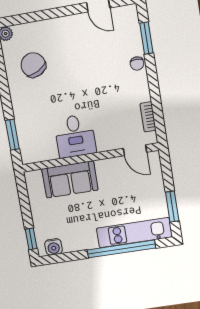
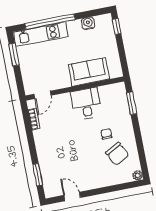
chair: (137, 64) -> (106, 134), moved
door: (135, 150) -> (42, 95), swing flipped
water cooler: (54, 247) -> (88, 23), moved

